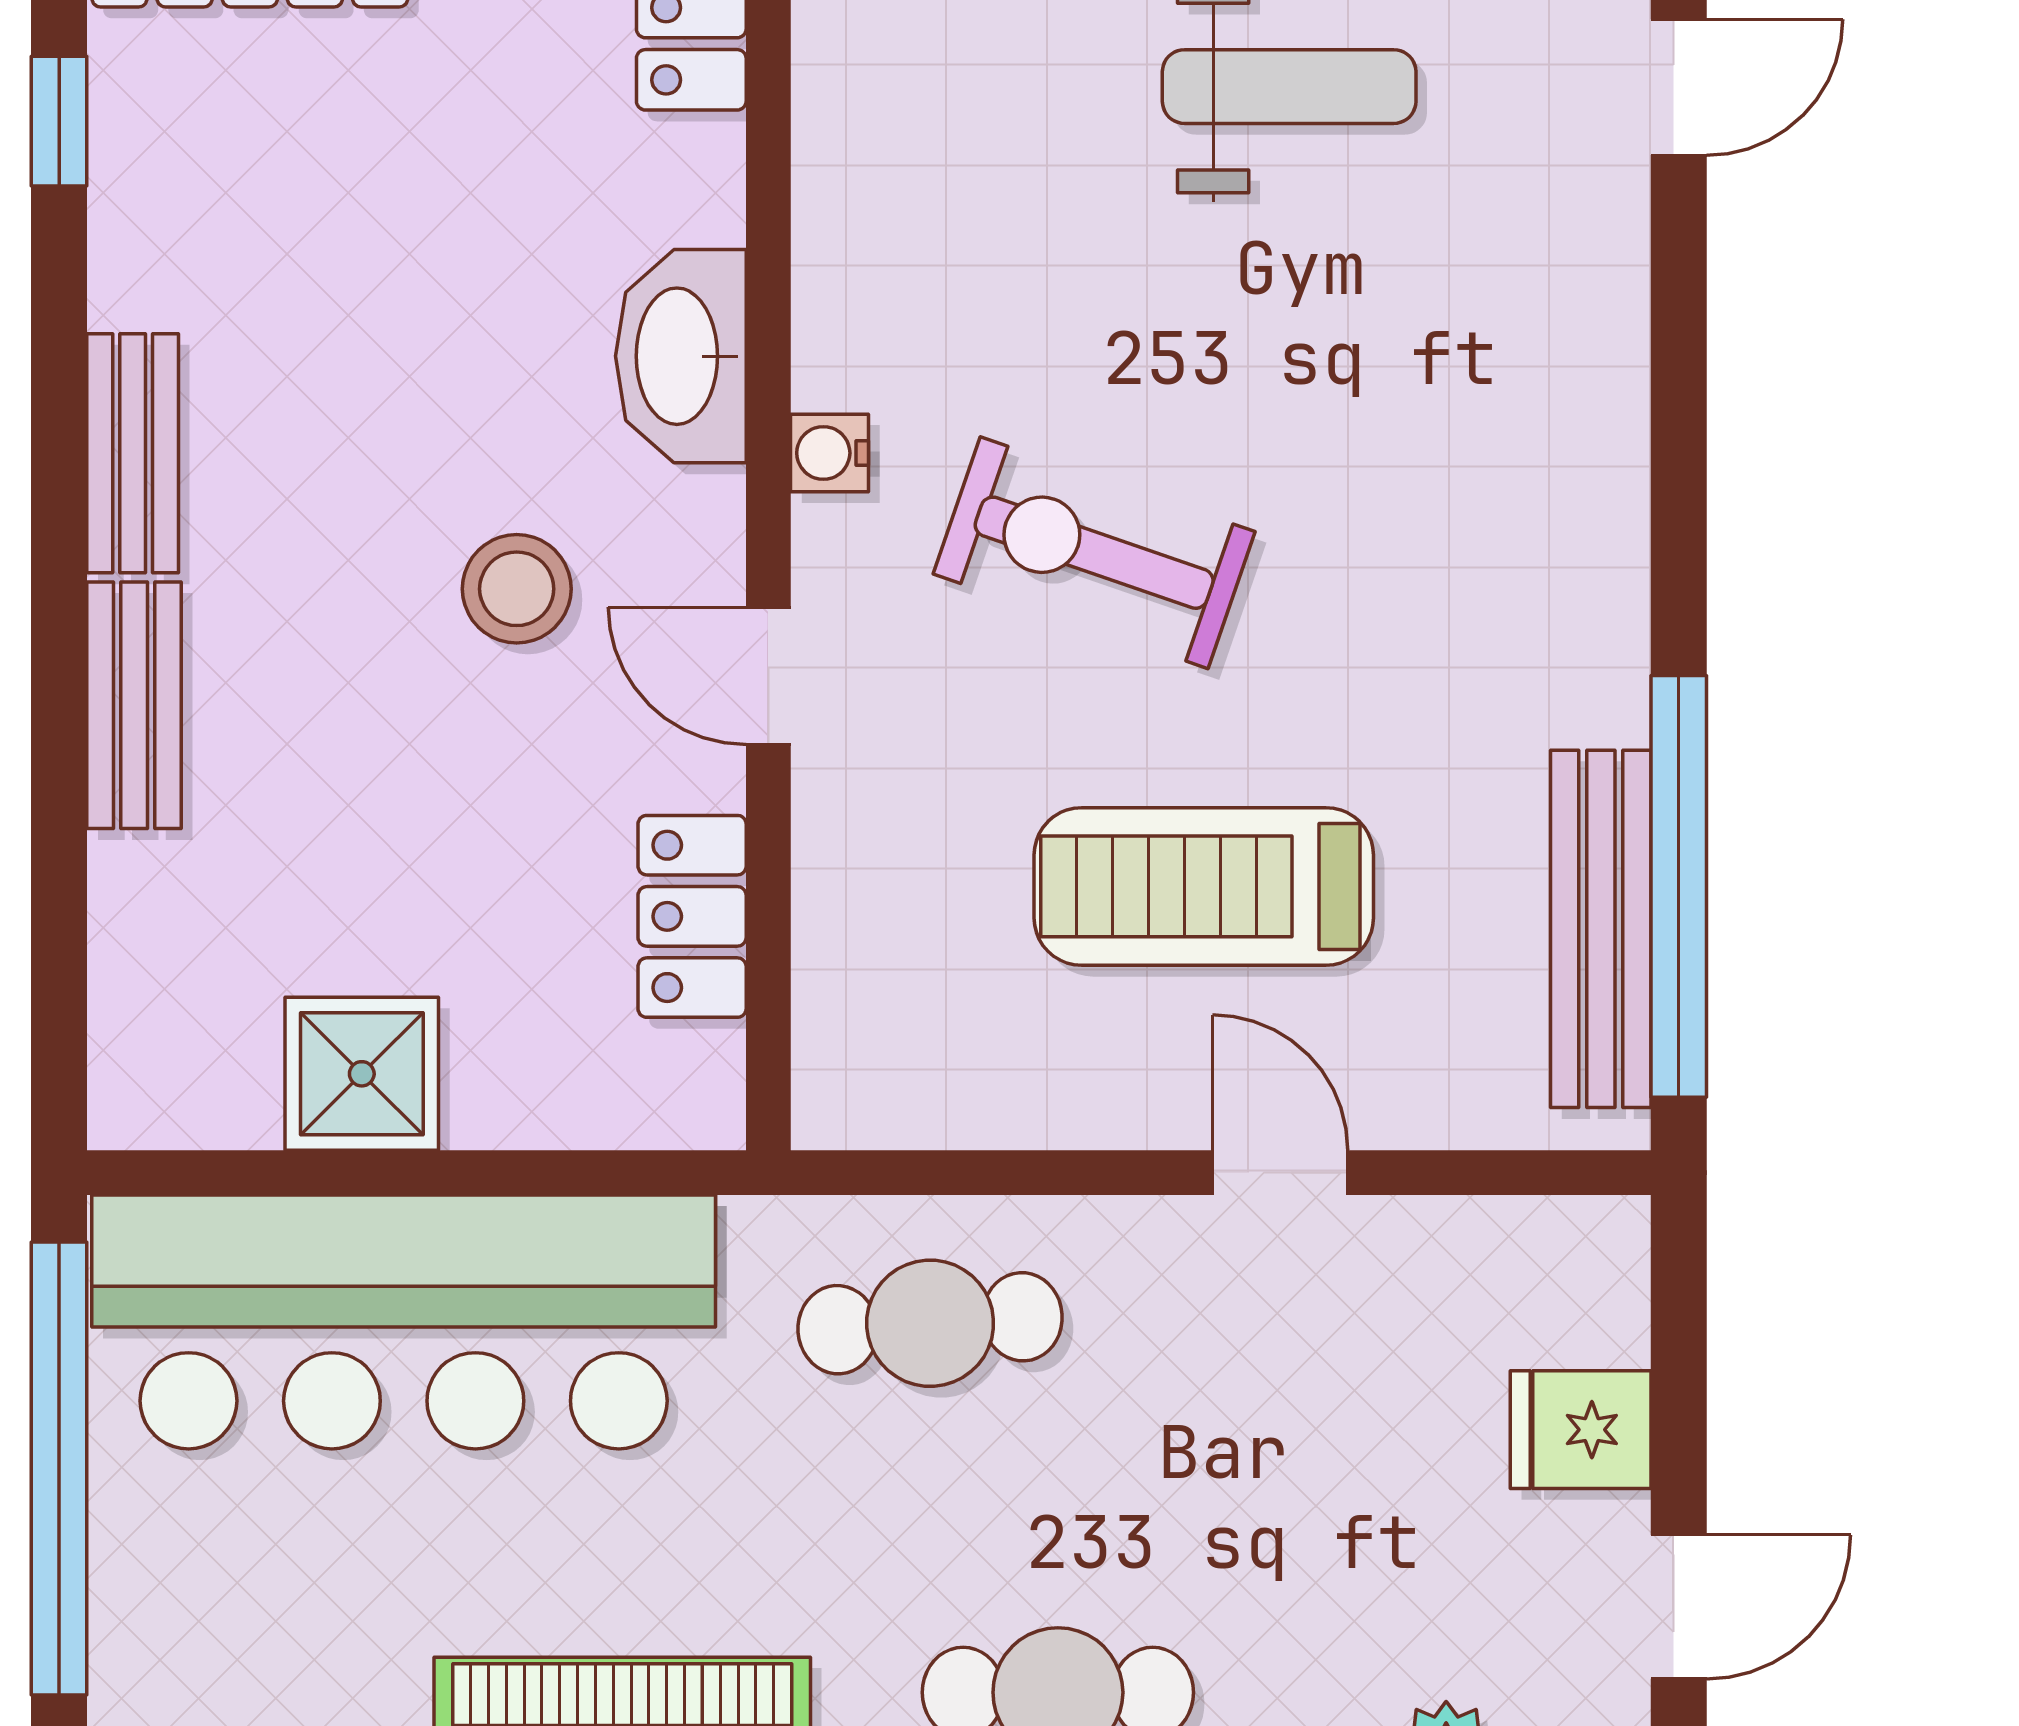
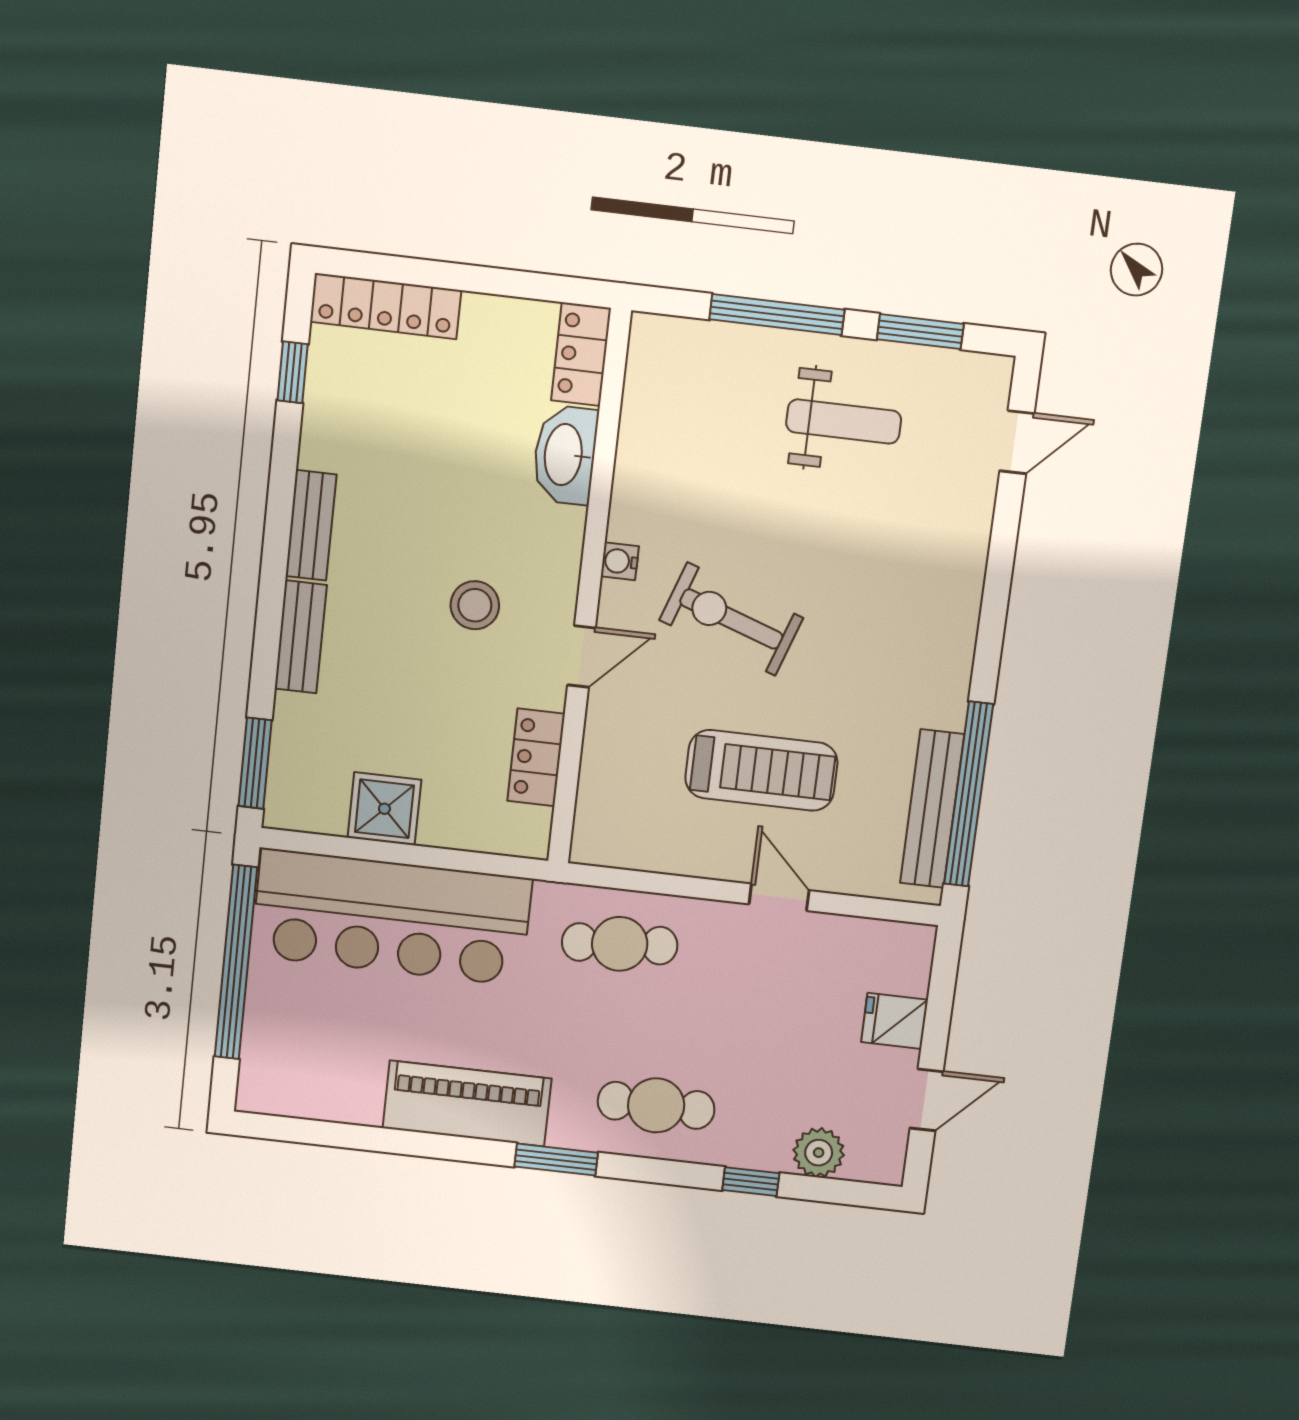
washbasin: (681, 356) -> (565, 455), moved
door: (768, 676) -> (581, 656), swing flipped
treadmill: (1204, 886) -> (761, 770), turned 180
window: (59, 1004) -> (255, 763), added

